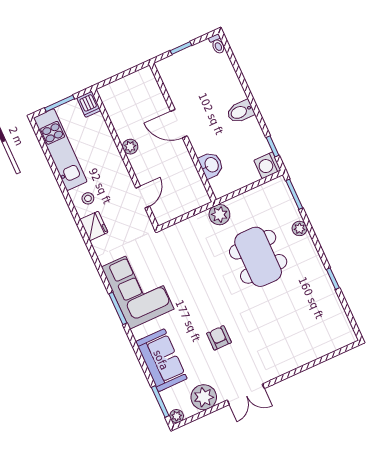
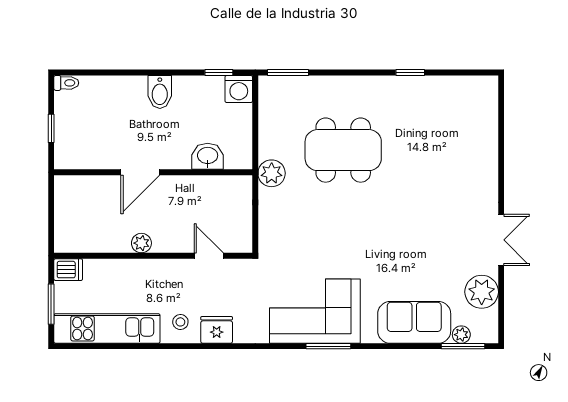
plant: (300, 228) -> (332, 85), removed
armchair: (219, 338) -> (419, 241), removed
plant: (177, 416) -> (461, 335), moved

